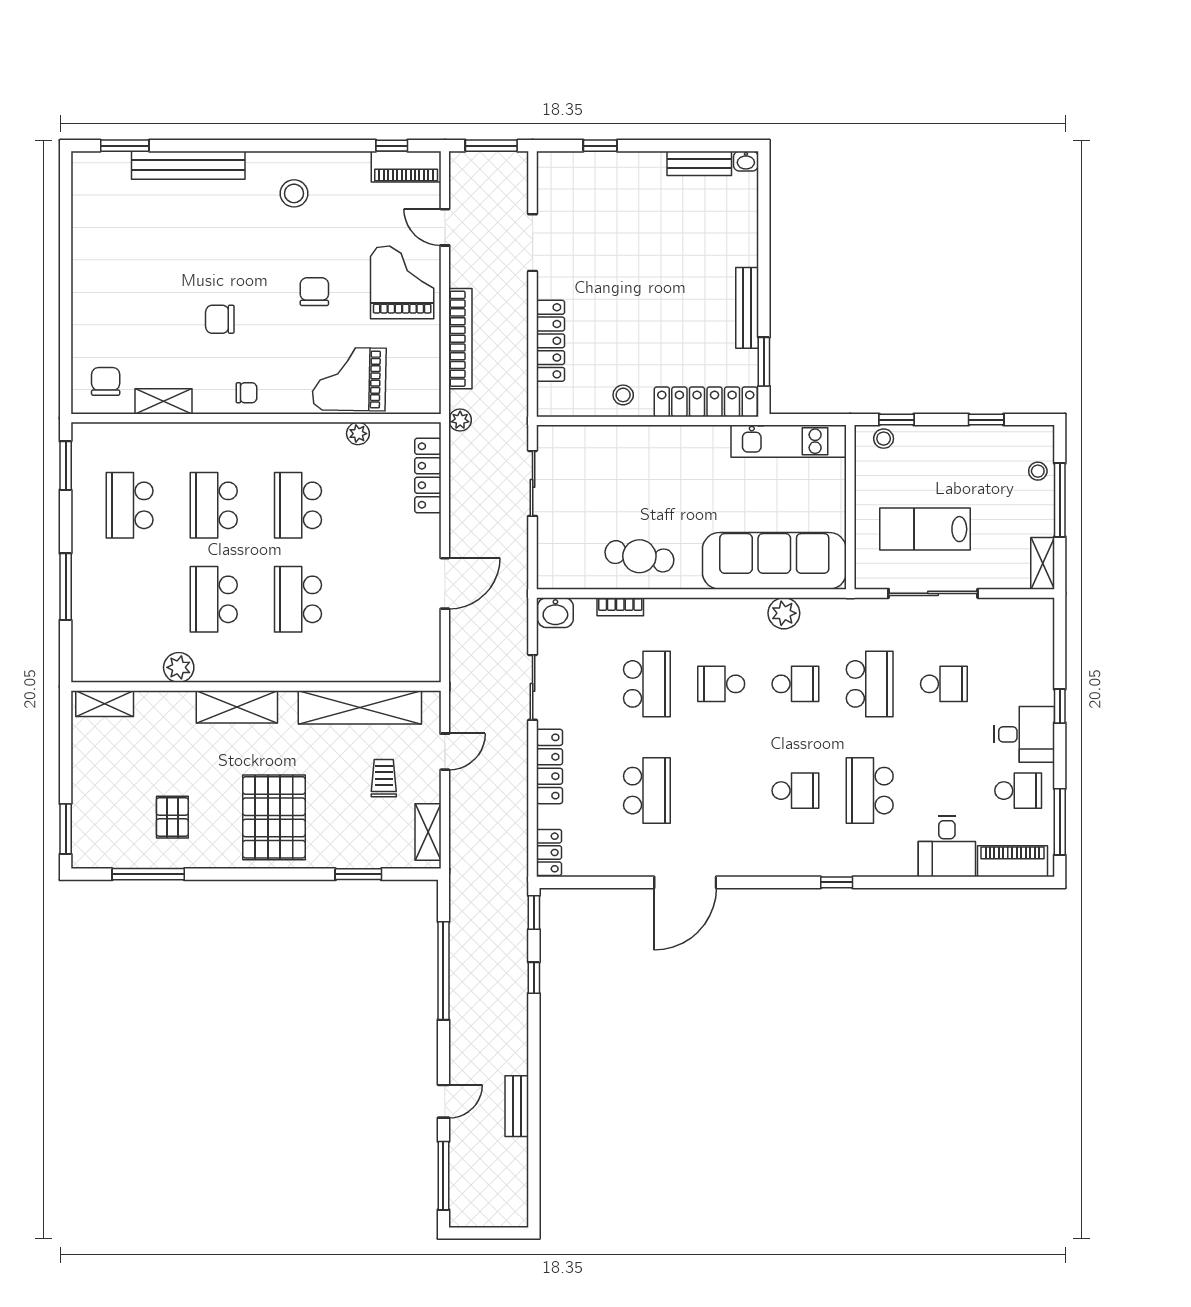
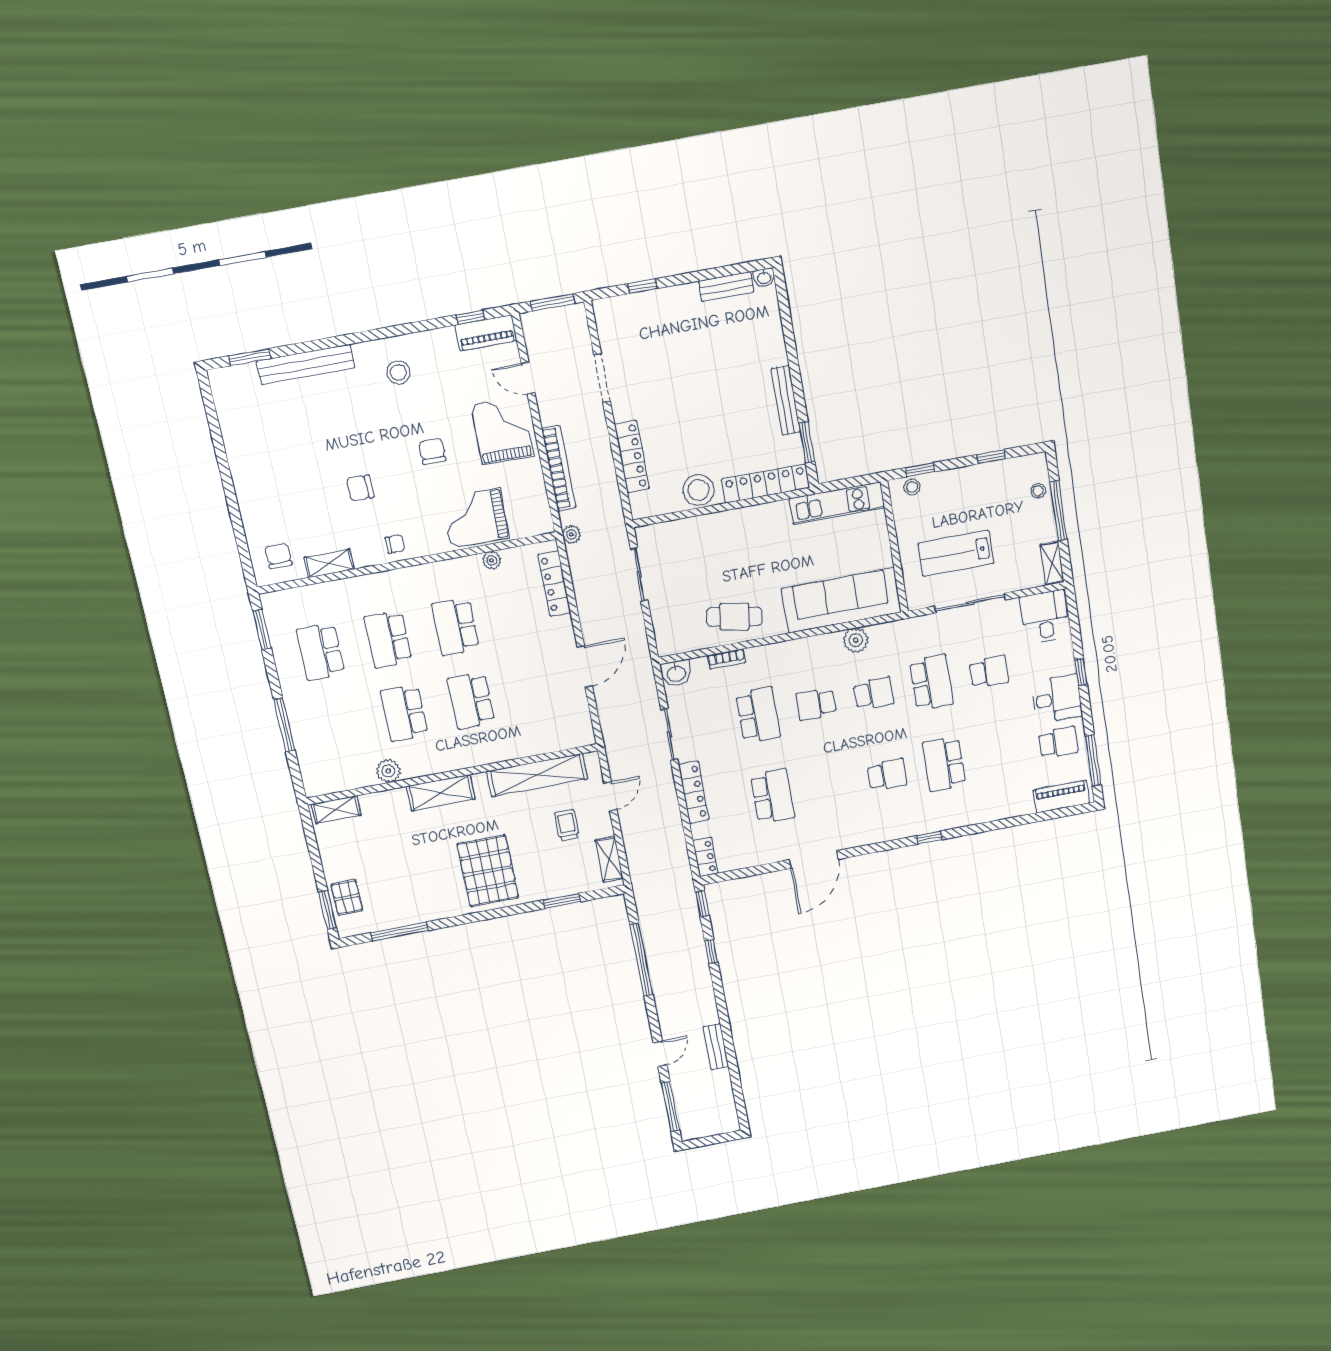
stool: (623, 395) -> (698, 490), width x1.89, depth x1.89
pallet: (172, 817) -> (347, 897), moved
desk: (947, 846) -> (1045, 617), moved, turned 180

